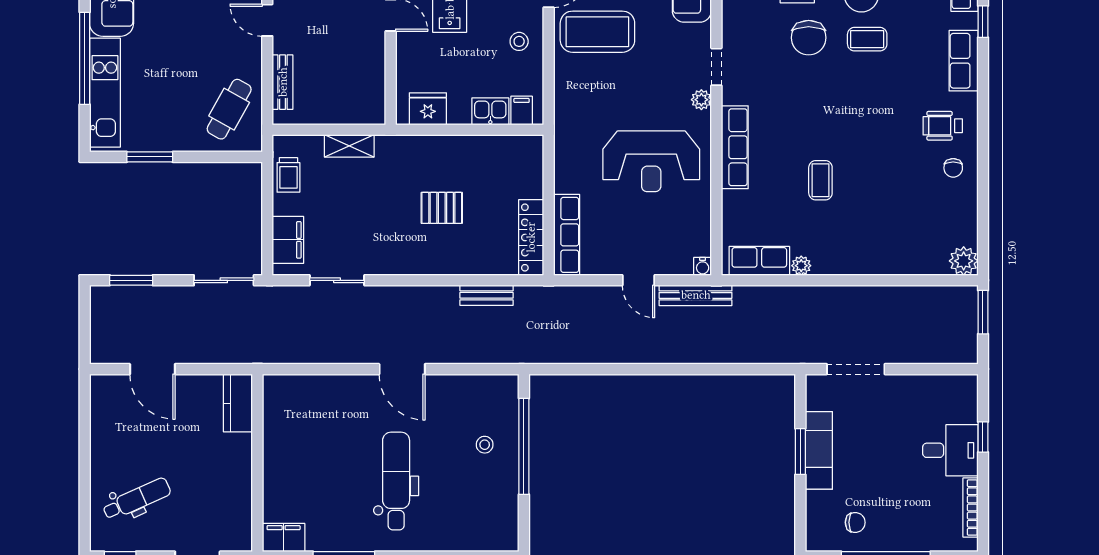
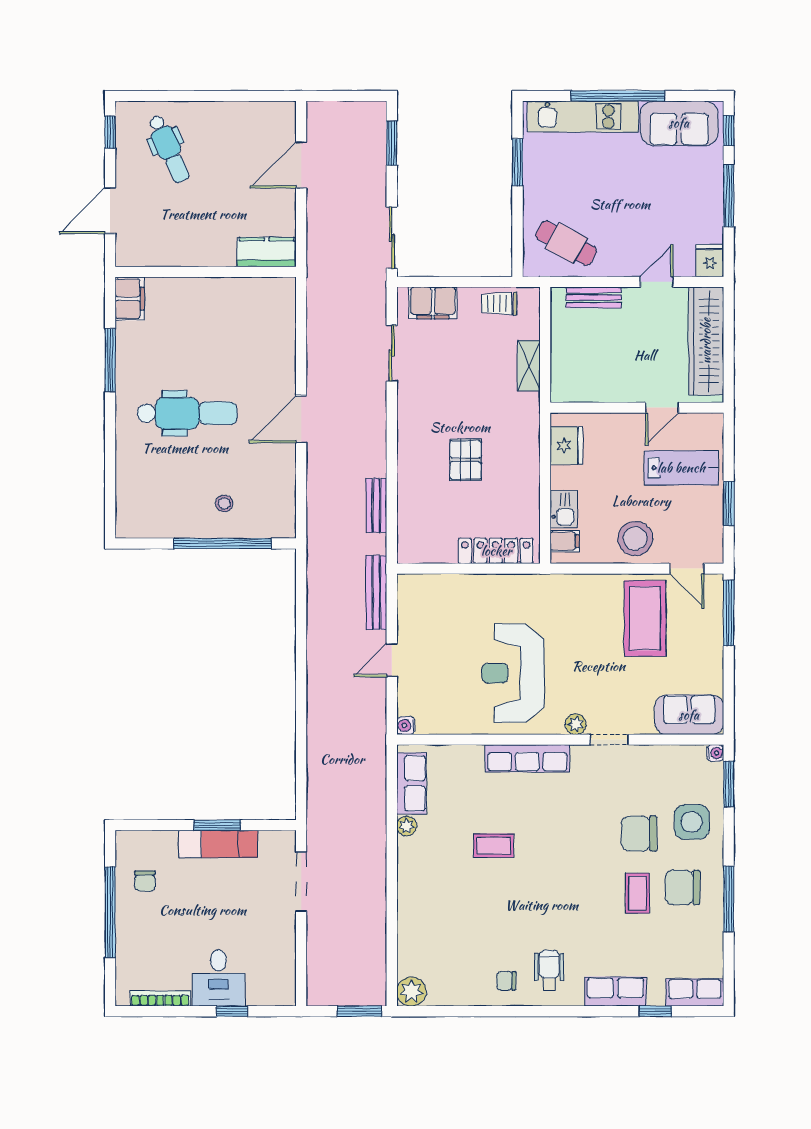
stool: (519, 41) -> (635, 539), width x1.89, depth x1.89
row of seats: (567, 235) -> (438, 587), removed
locker: (531, 237) -> (496, 551), moved
bench: (696, 295) -> (376, 592), moved

